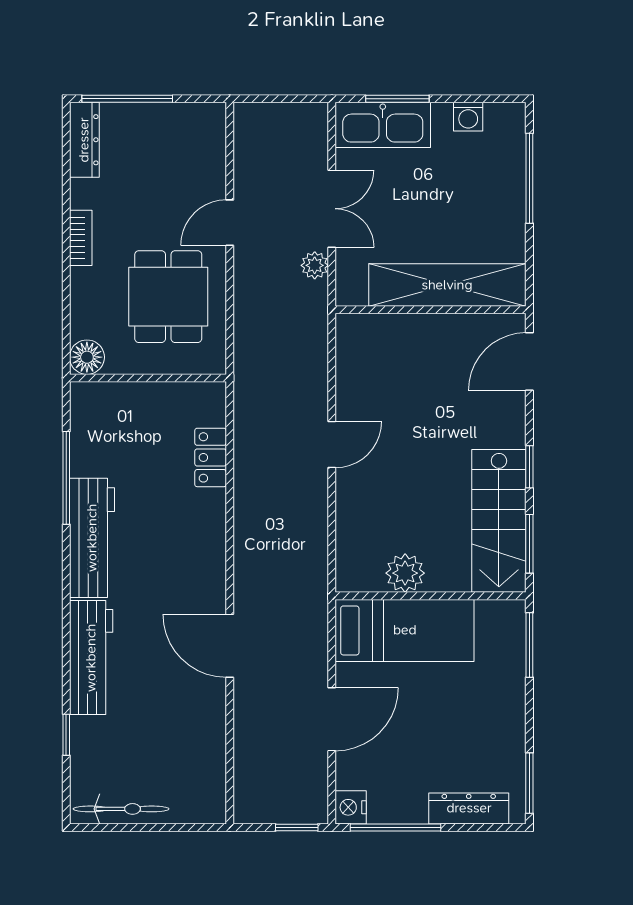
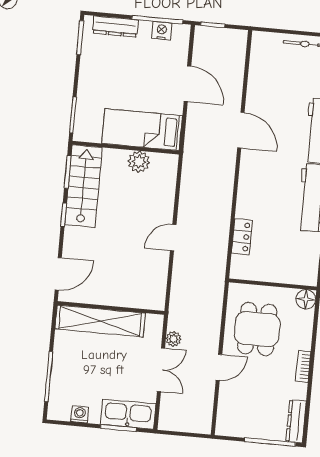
double door: (332, 209) -> (161, 370), swing flipped
door: (332, 719) -> (187, 84), swing flipped
nightstand: (351, 807) -> (162, 31), moved, turned -90

